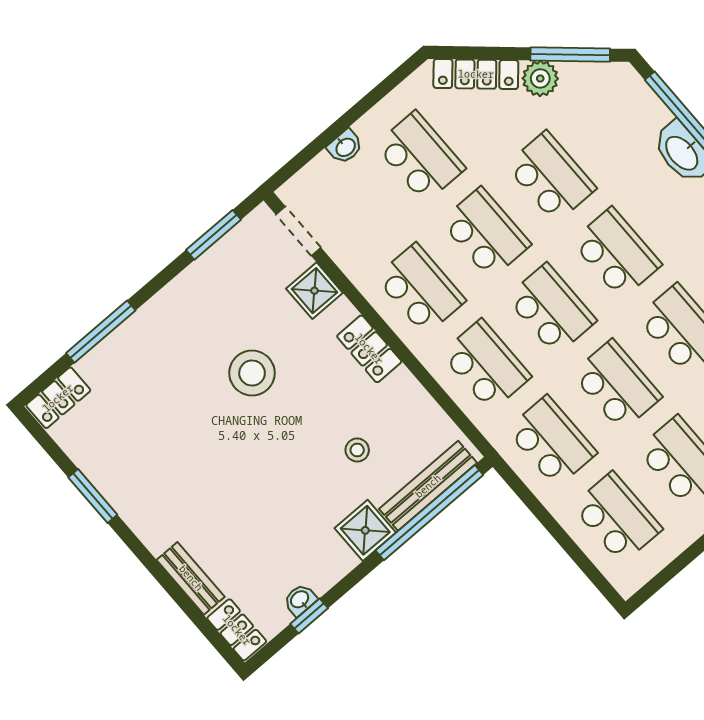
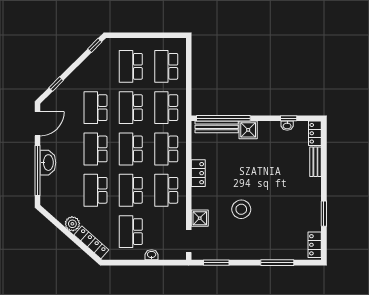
window: (570, 54) -> (57, 223), removed
locker: (369, 349) -> (198, 173), moved
locker: (58, 398) -> (315, 245), moved, turned -90
stool: (357, 450) -> (229, 157), removed

